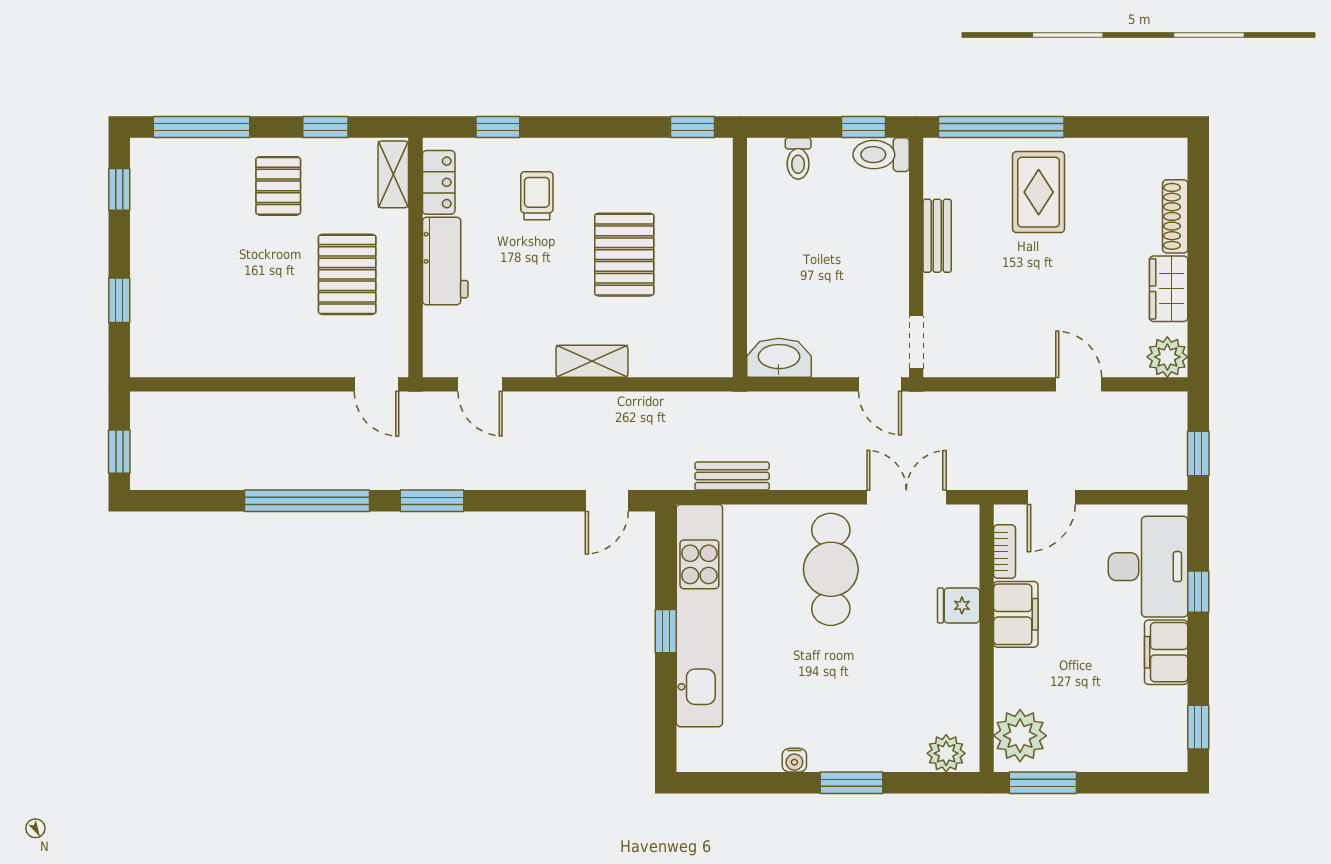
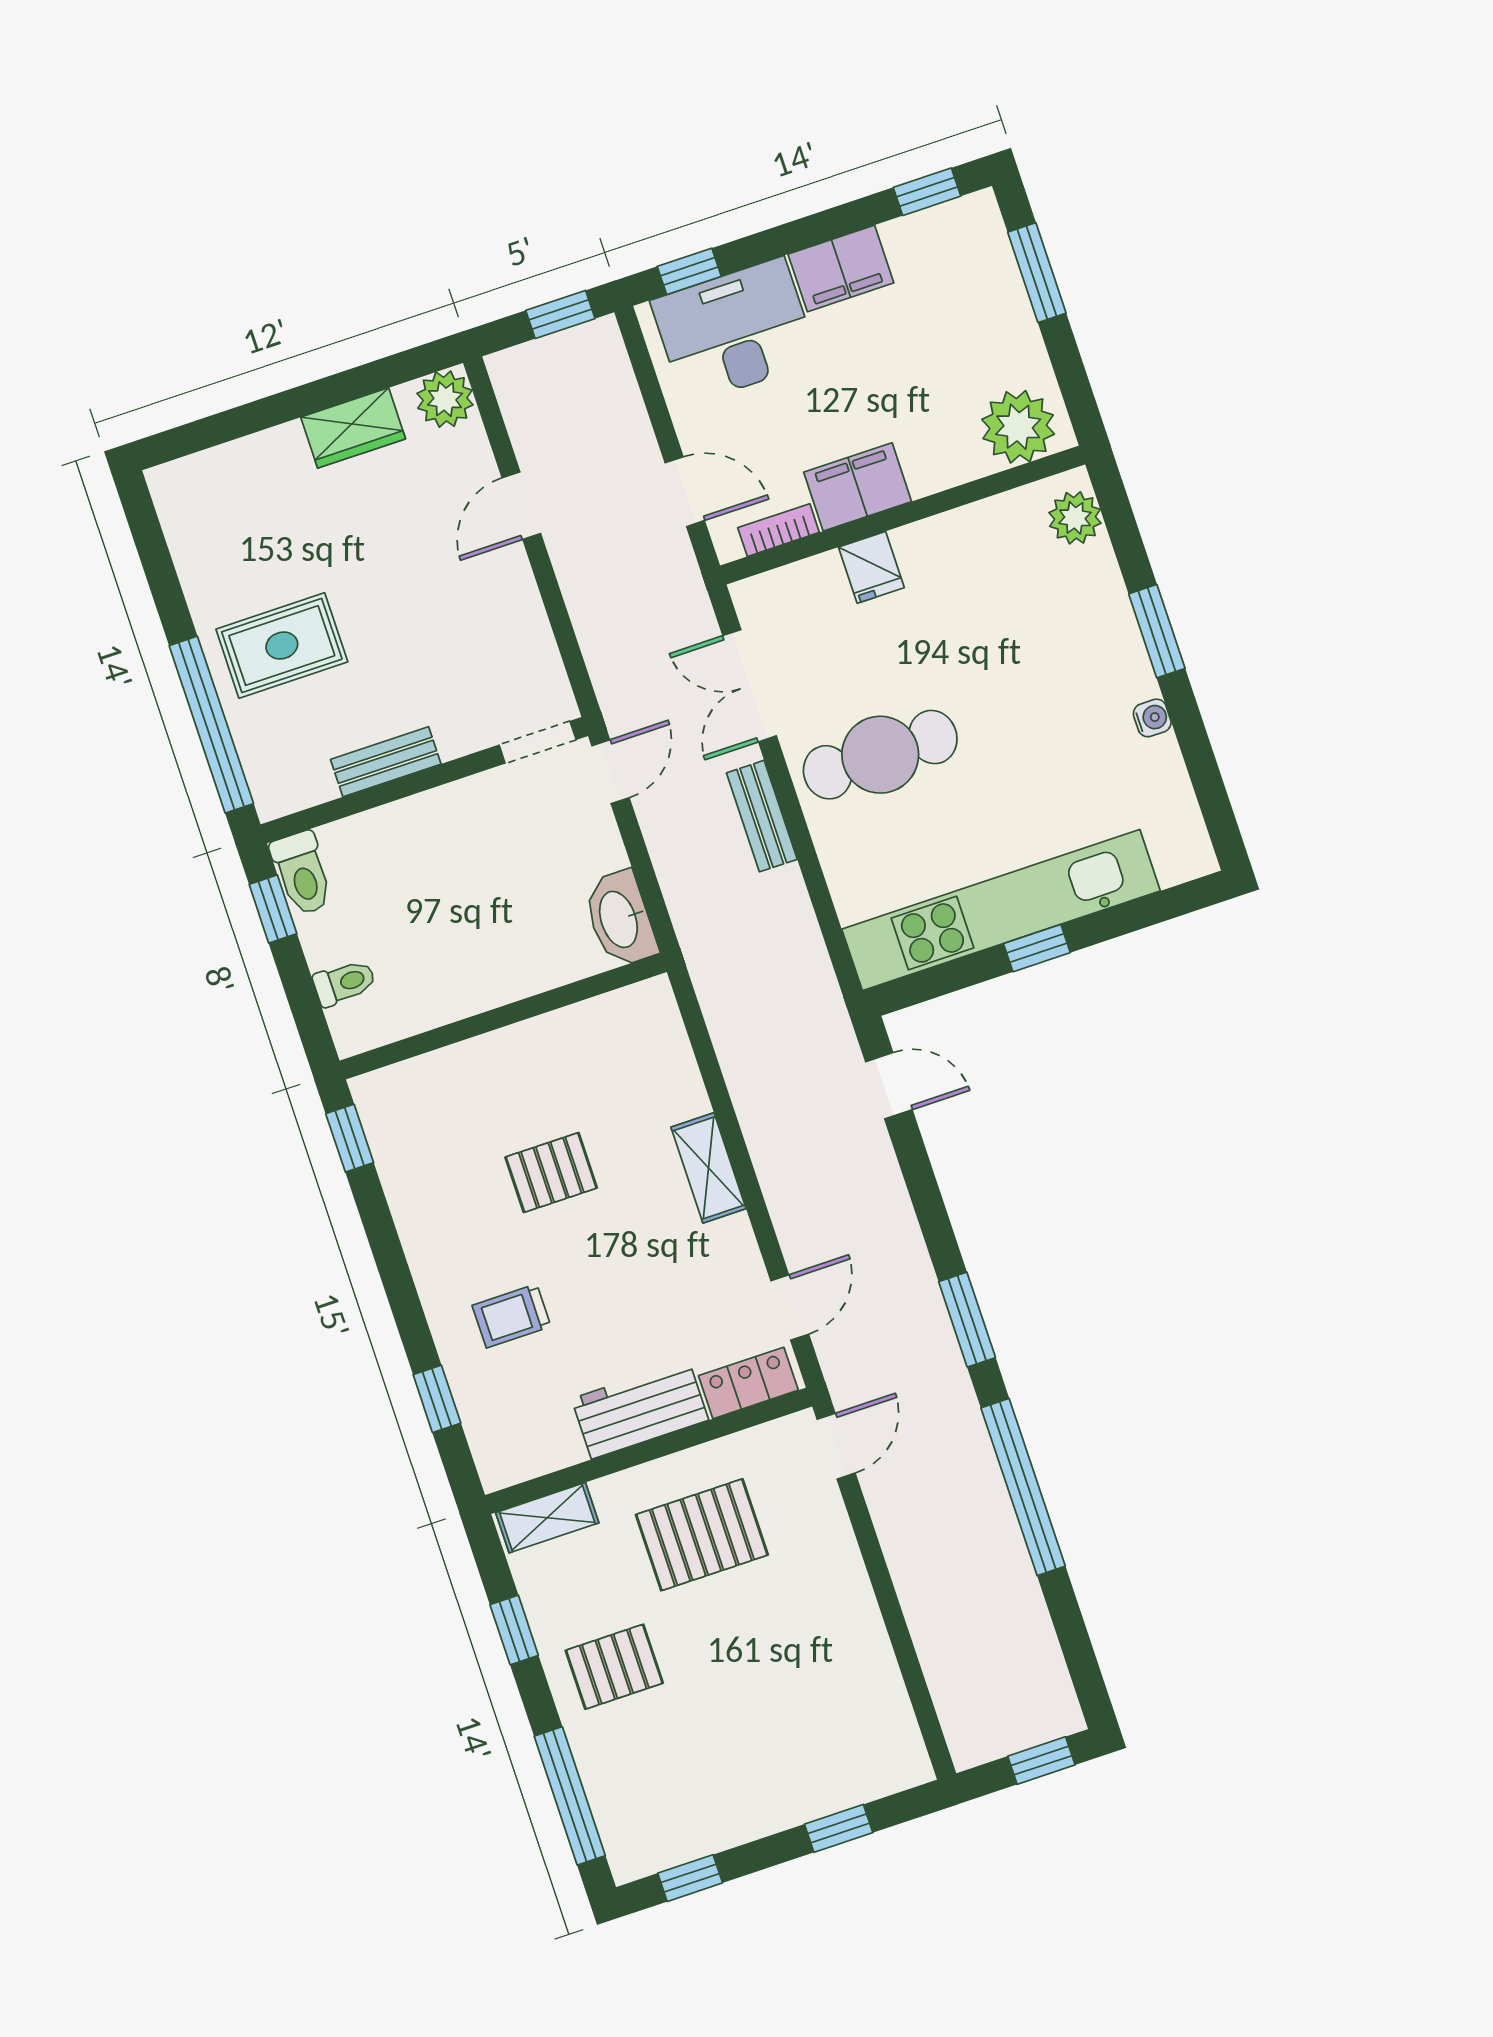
locker: (439, 182) -> (748, 1383), moved
shoe rack: (1175, 216) -> (253, 452), removed
pallet: (624, 255) -> (551, 1173), width x0.67, depth x0.71
bench: (732, 476) -> (762, 816), moved
window: (1198, 592) -> (689, 271), moved
window: (1043, 783) -> (1037, 273), moved

